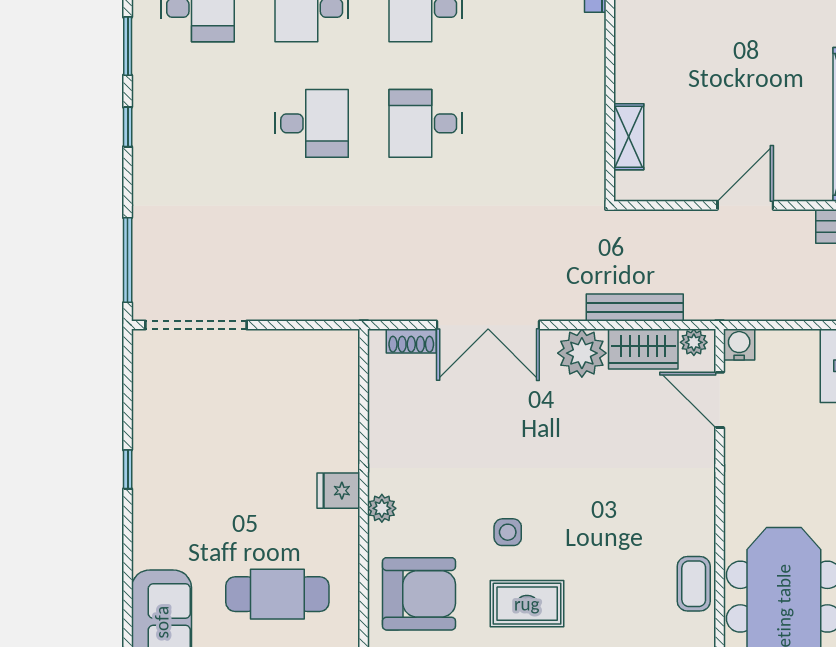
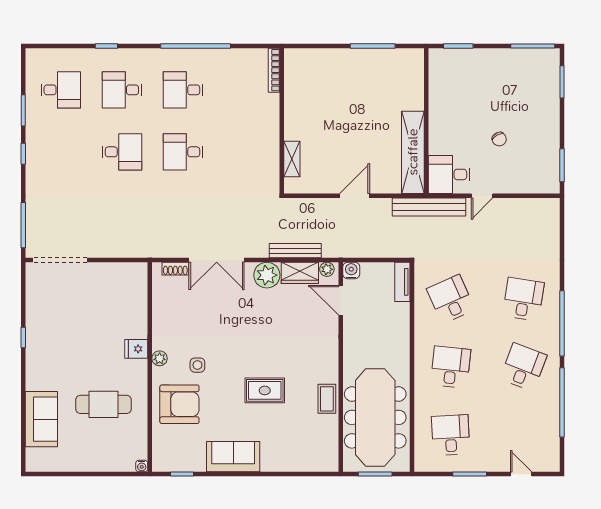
side table: (508, 532) -> (197, 365), moved
rug: (527, 604) -> (265, 390), moved

